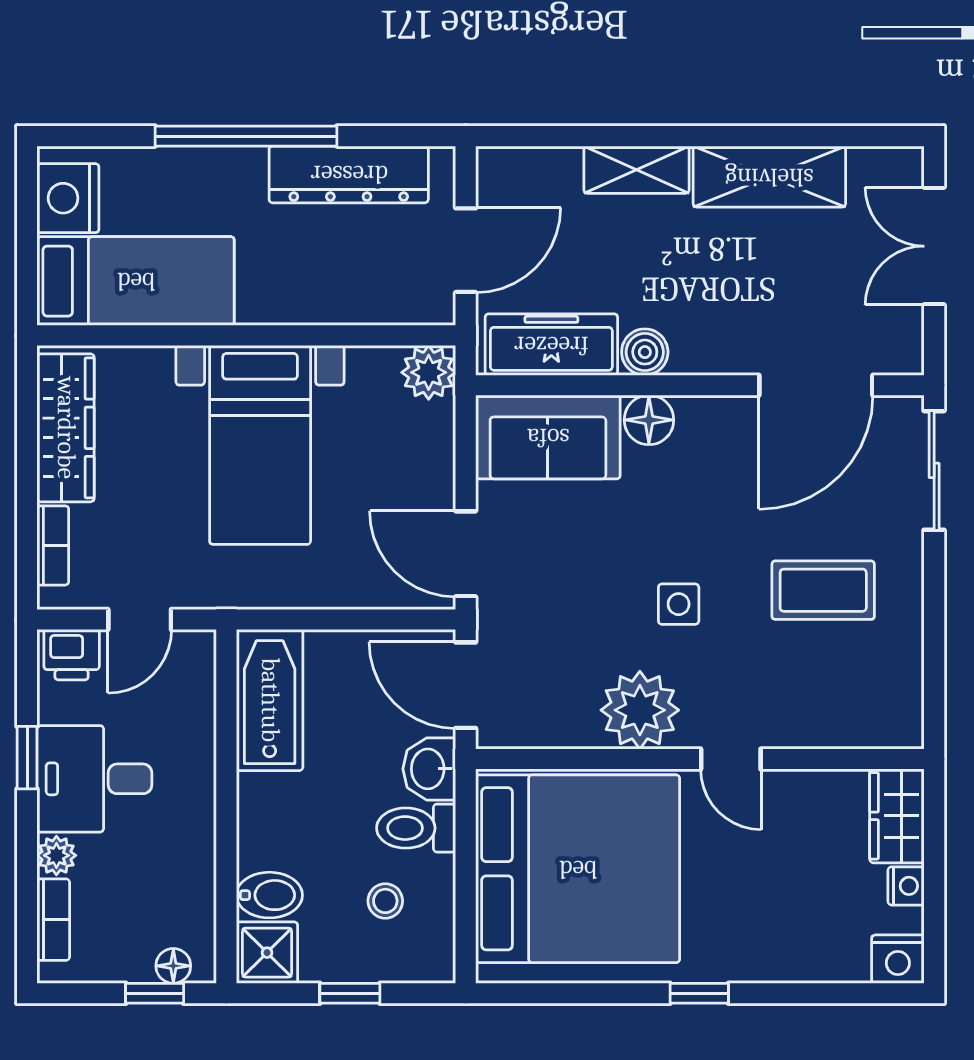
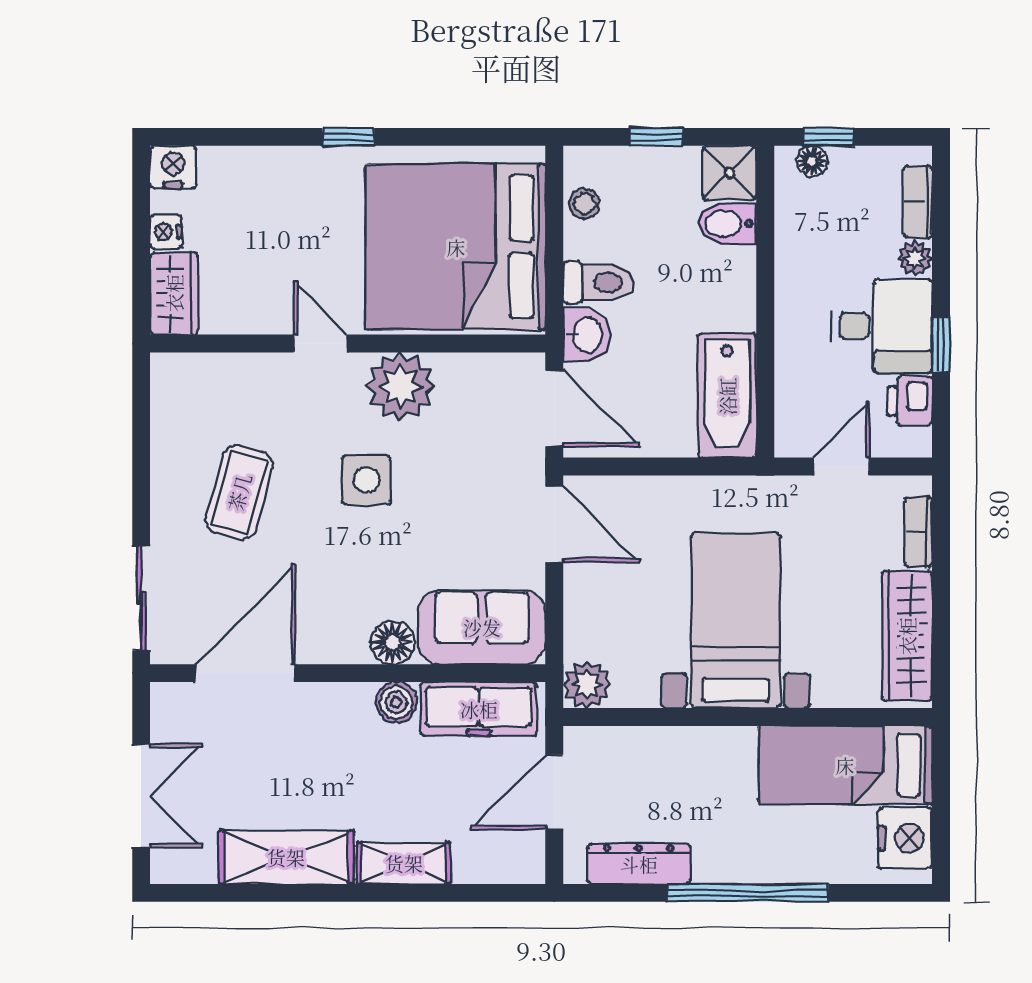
dresser: (349, 174) -> (639, 864), width x0.73, depth x0.80
coffee table: (823, 590) -> (239, 492), turned -75
side table: (679, 604) -> (366, 480), width x1.37, depth x1.37
printer: (72, 655) -> (910, 401), moved, turned -90
stool: (385, 901) -> (584, 203), moved

